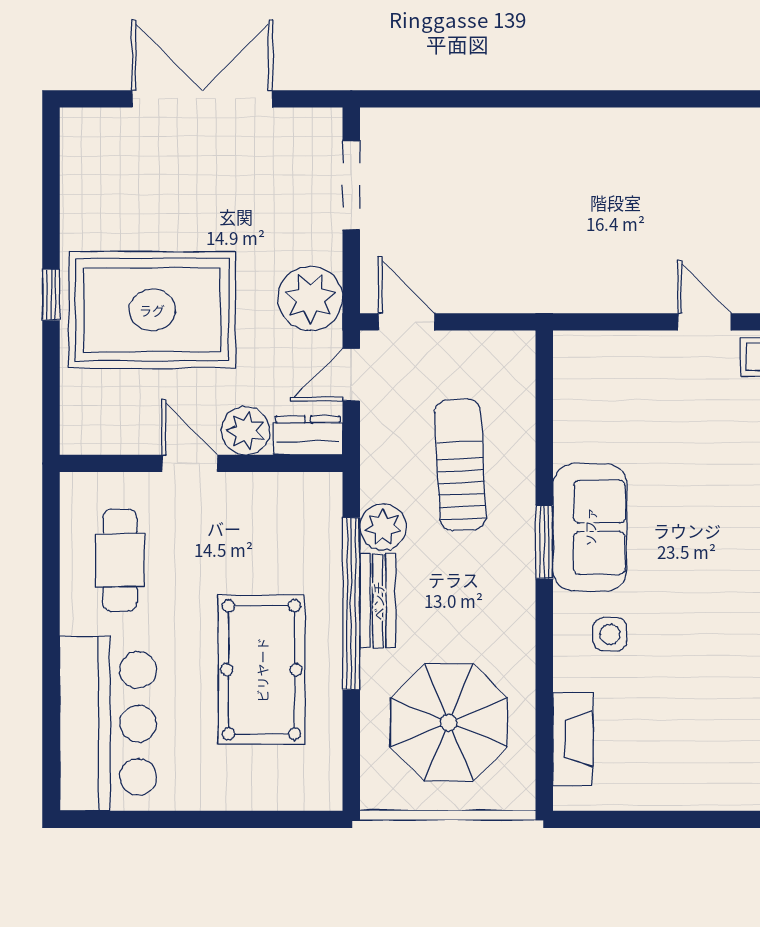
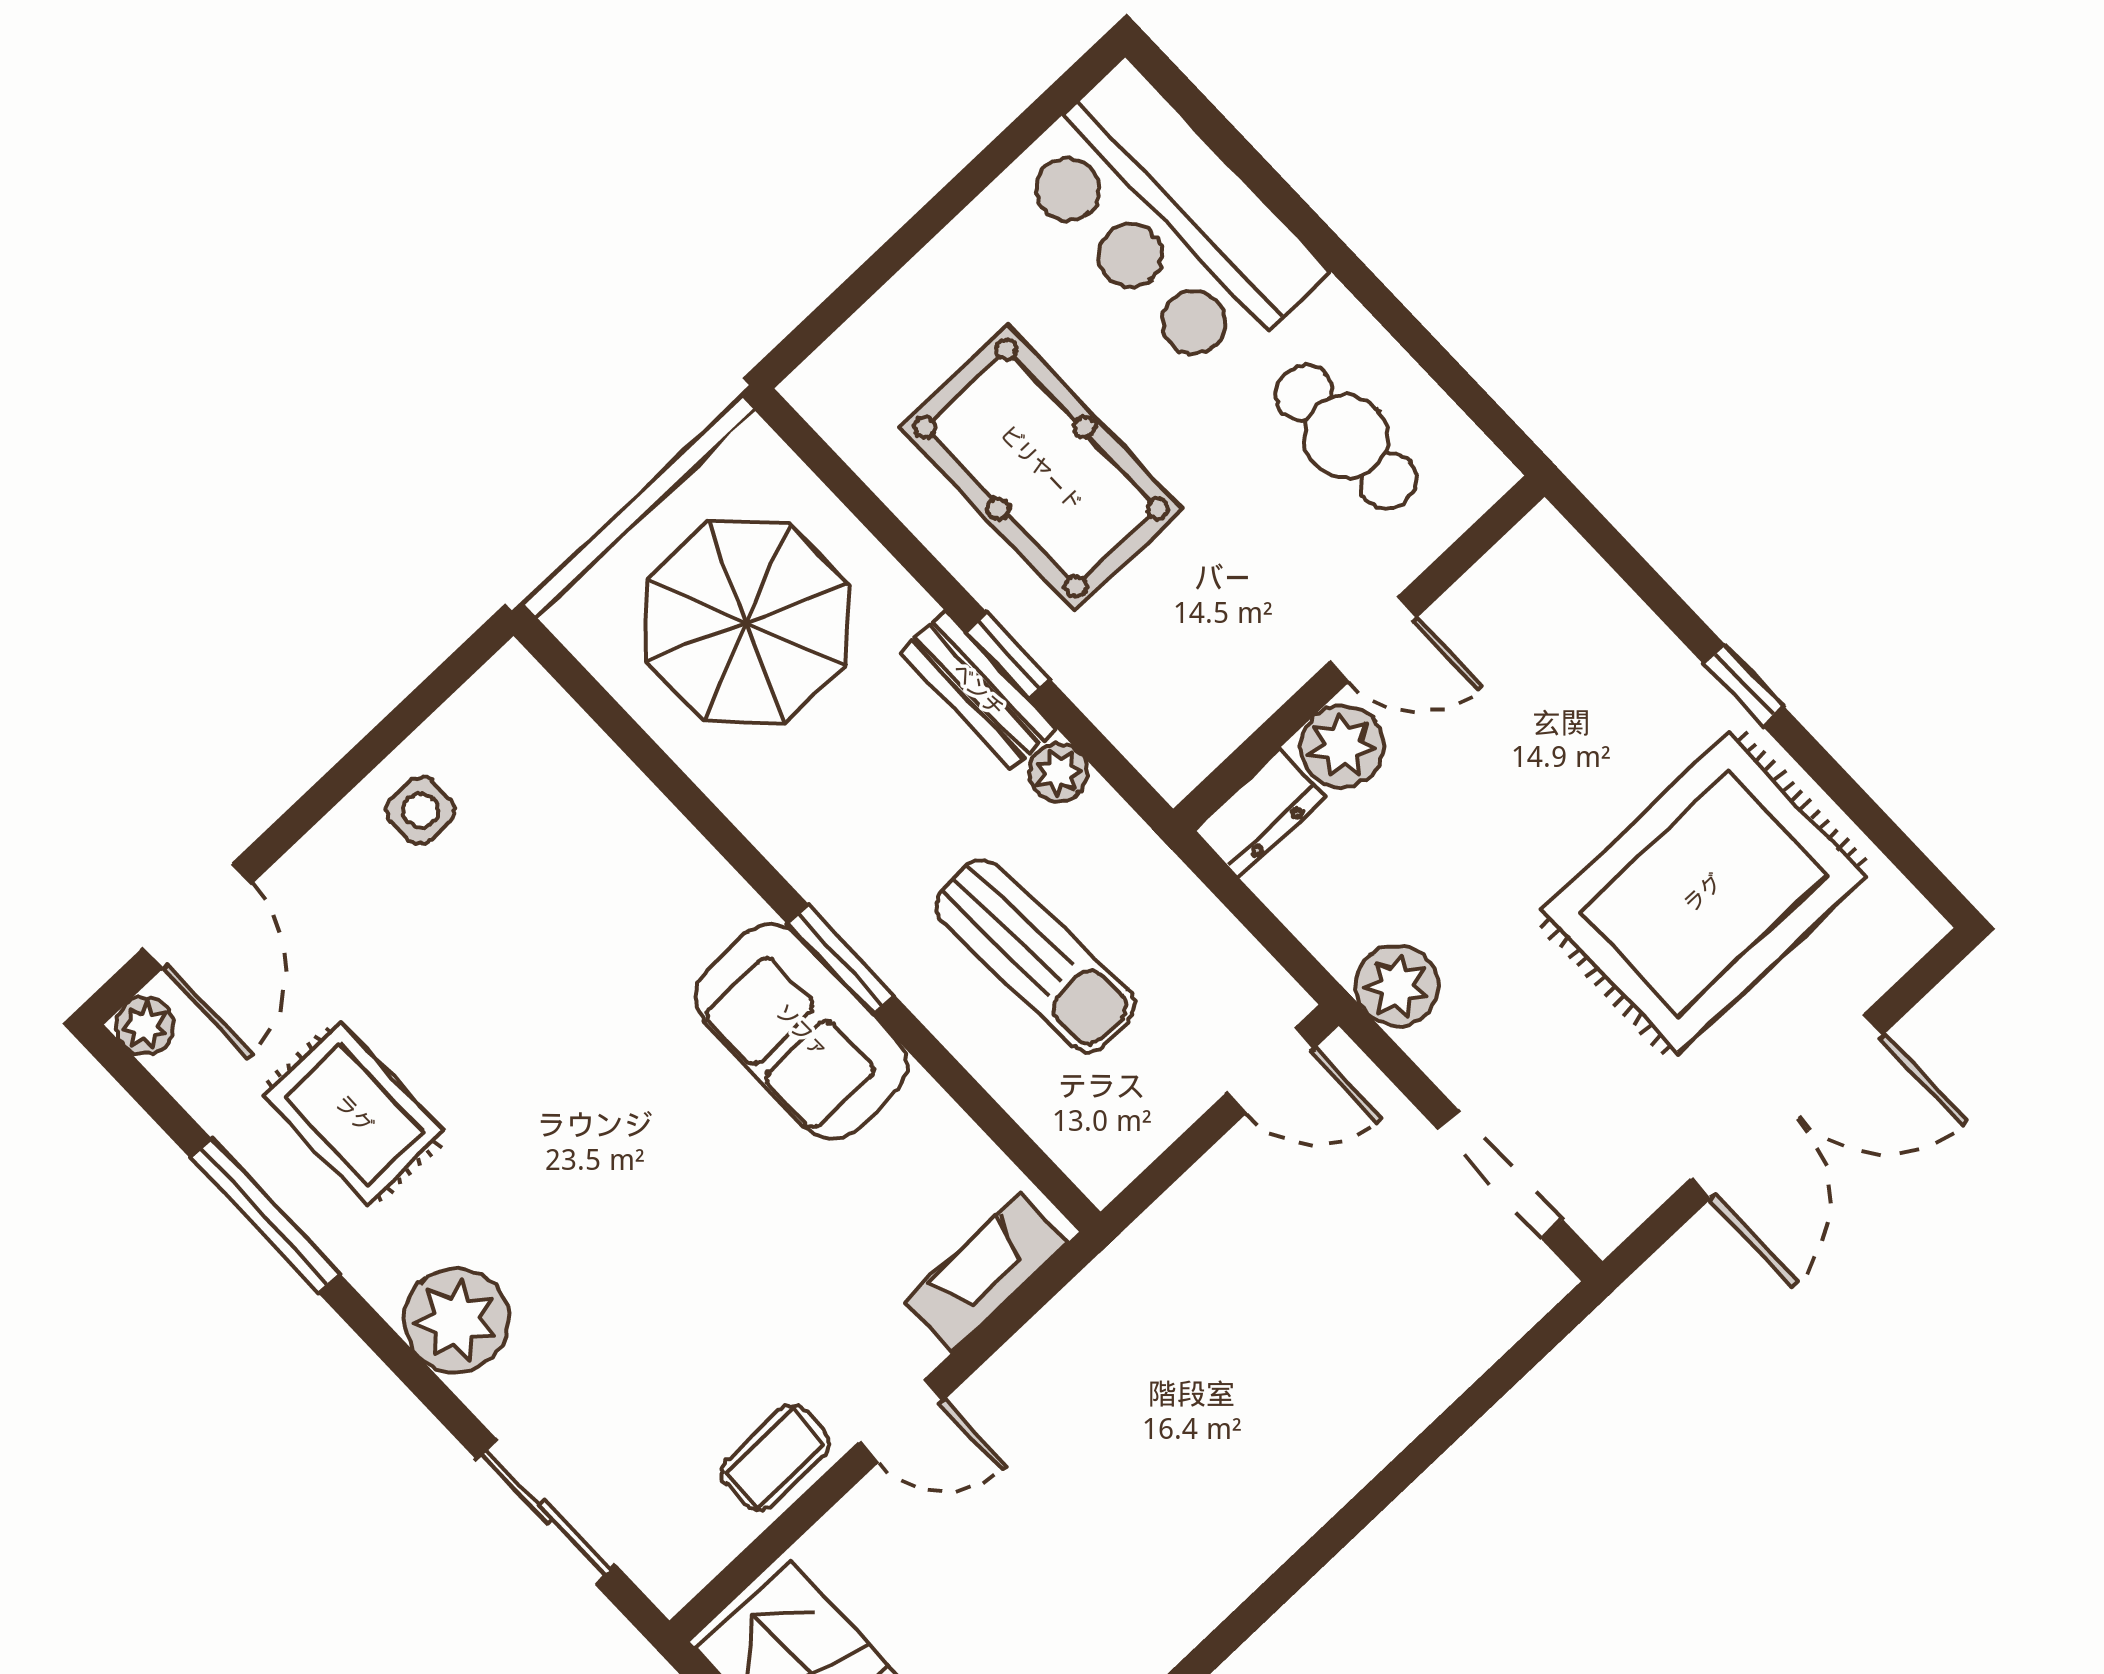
plant: (310, 298) -> (1397, 986), width x0.73, depth x0.73
rug: (152, 310) -> (1703, 893), moved
door: (351, 375) -> (1277, 940), removed
plant: (383, 527) -> (1059, 773), width x0.73, depth x0.73
window: (351, 604) -> (1008, 655), width x0.32
side table: (610, 634) -> (420, 811), moved
fireplace: (573, 739) -> (986, 1273), moved, turned 90

